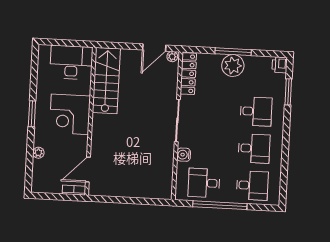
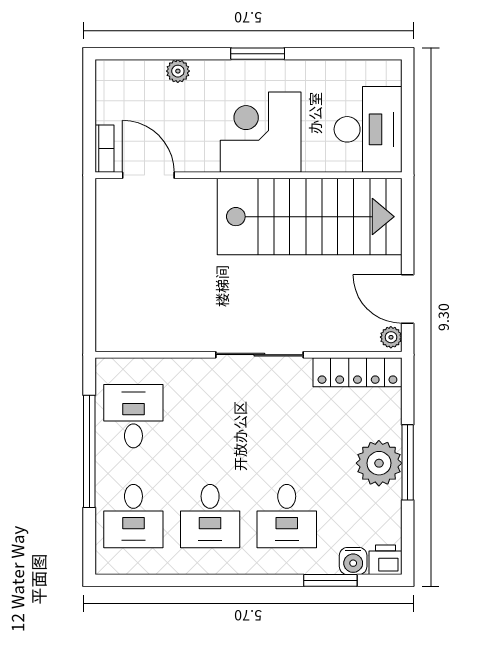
stairs: (106, 81) -> (310, 217), width x1.36, depth x1.51
water cooler: (184, 155) -> (353, 561), moved, turned 180

